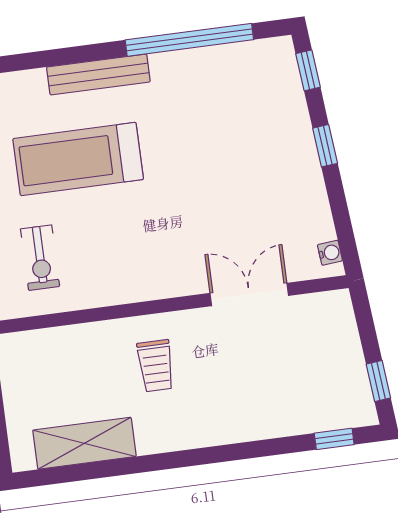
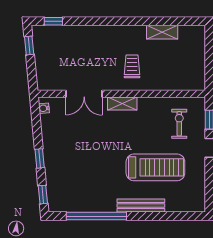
shelving: (166, 285) -> (122, 103), added
shelving: (84, 443) -> (162, 32), width x0.67, depth x0.75

